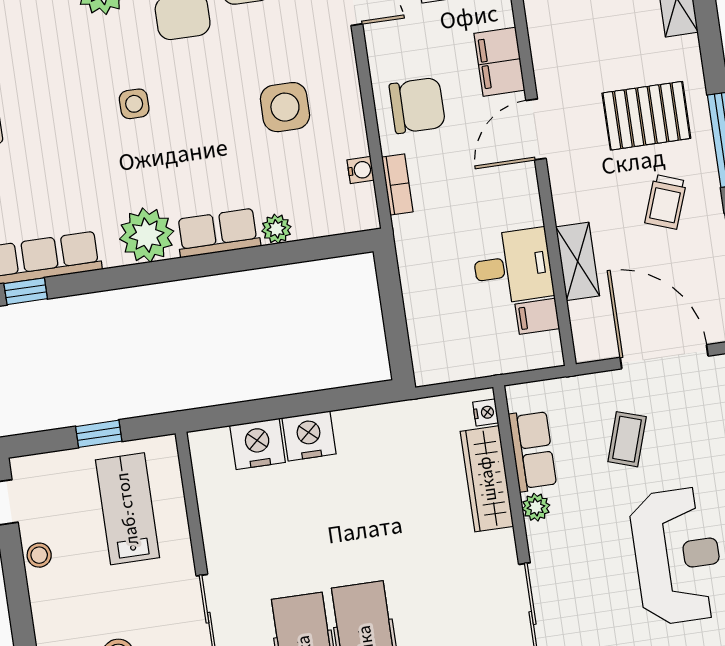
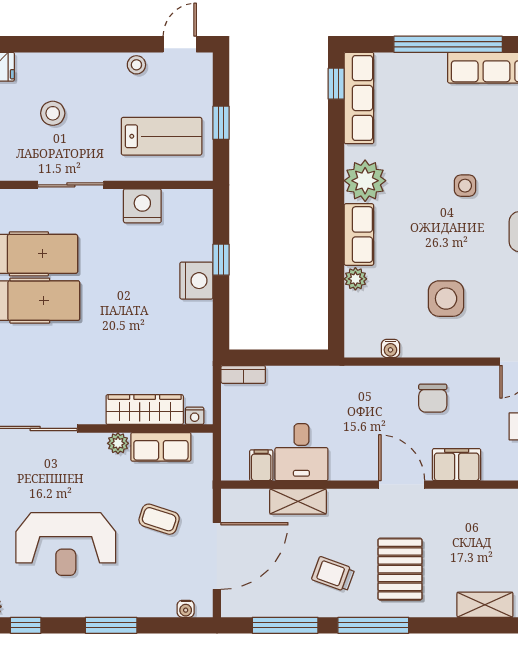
chair: (417, 105) -> (433, 398), width x0.73, depth x0.73
bookcase: (397, 184) -> (243, 374), moved
window: (277, 408) -> (221, 260), added
nightstand: (258, 444) -> (142, 206), moved, turned -90

